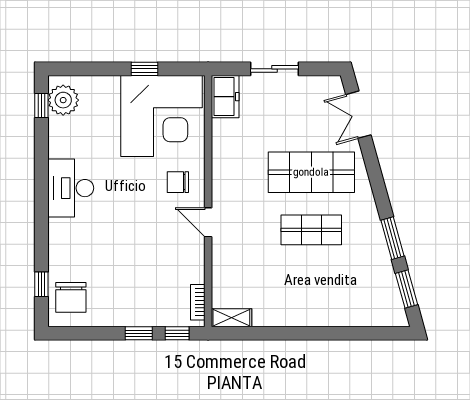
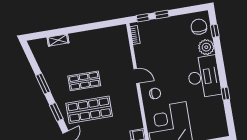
plant: (63, 100) -> (206, 47), moved
window: (41, 105) -> (225, 94), moved
desk: (71, 188) -> (204, 77), width x1.36, depth x1.30
window: (407, 289) -> (56, 112), moved
shelving: (231, 318) -> (58, 40), moved

